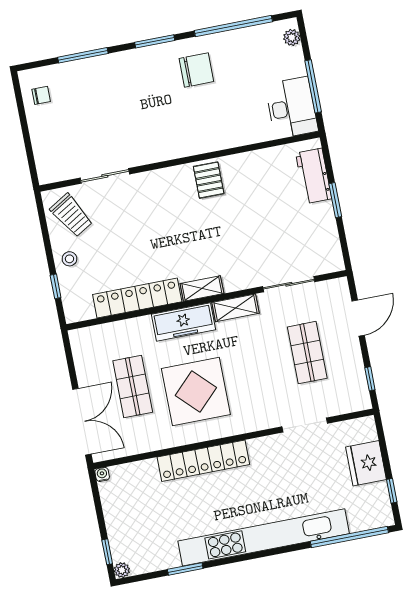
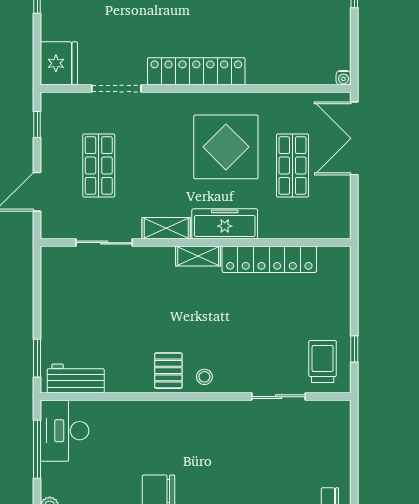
workbench: (314, 176) -> (76, 379), moved, turned -90
window: (335, 200) -> (37, 358), moved
trolley: (71, 215) -> (323, 361), turned 31
stool: (69, 259) -> (204, 377), moved
window: (56, 286) -> (354, 349), moved
locker: (203, 461) -> (196, 71), moved
fridge: (366, 463) -> (59, 63), moved

